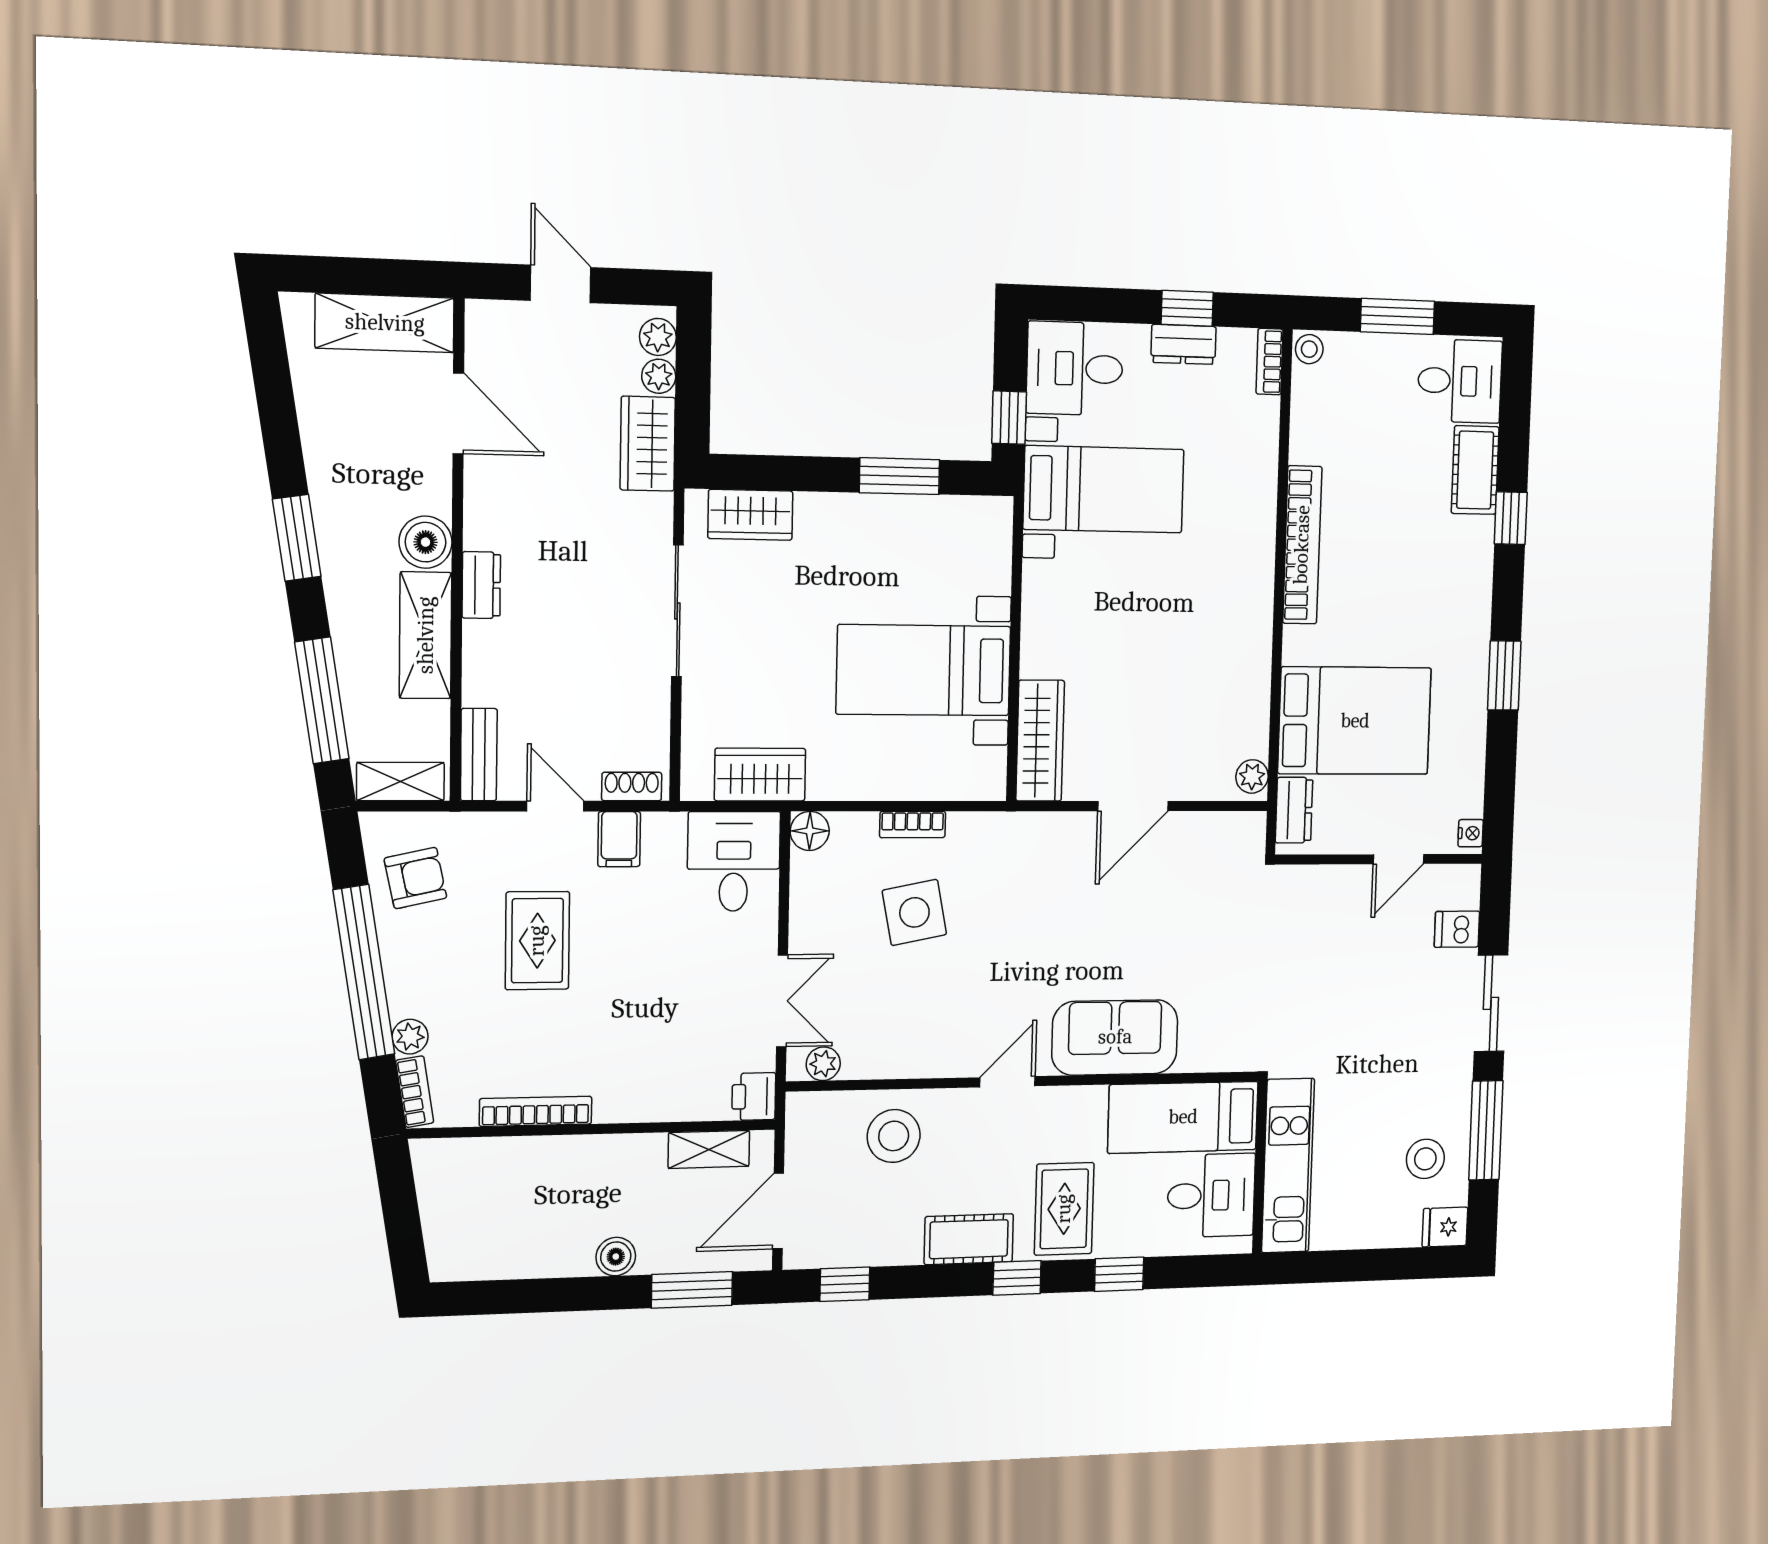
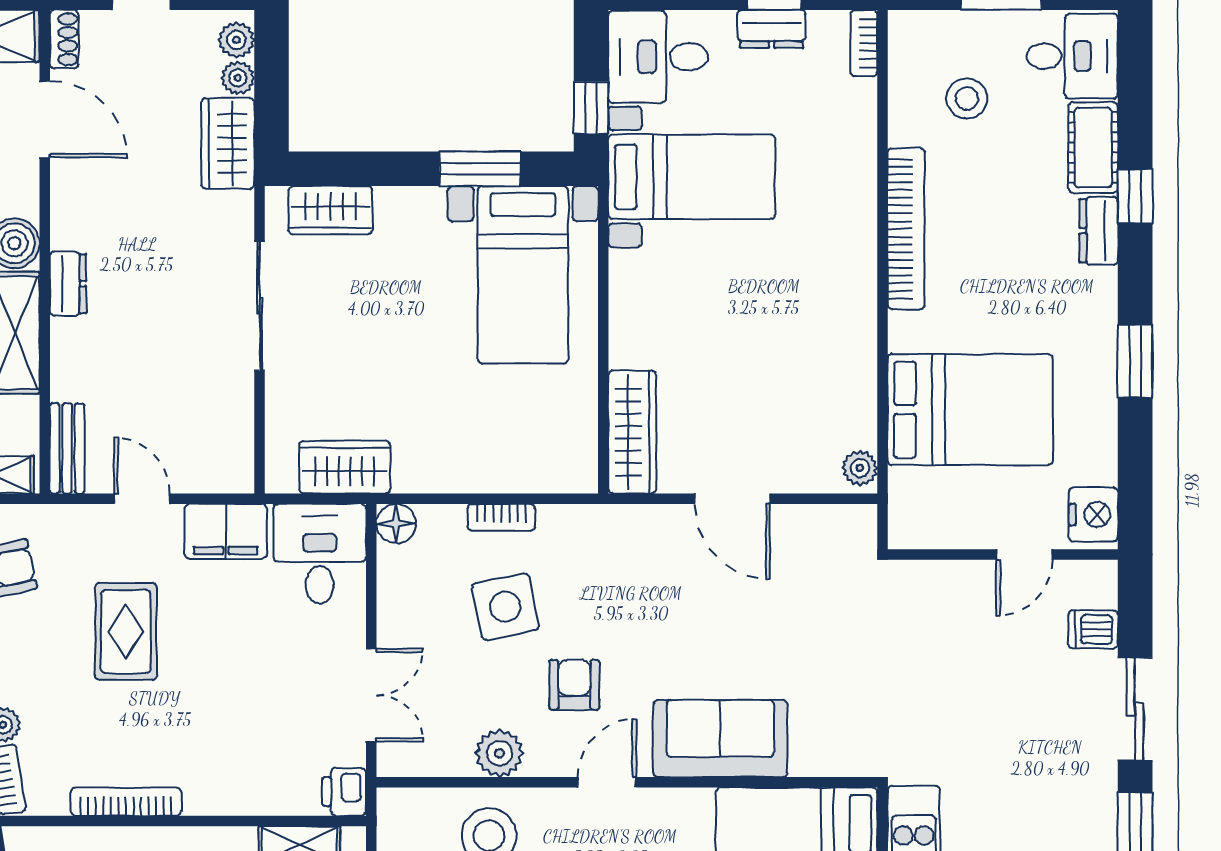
stool: (1309, 349) -> (967, 98), moved, width x1.37, depth x1.37
bed with nightstands: (924, 670) -> (523, 275), moved, turned -90
shoe rack: (632, 787) -> (64, 39), moved, turned 90
door: (1133, 806) -> (732, 499), hinge flipped
dresser: (1294, 810) -> (1099, 231), moved, turned 180
nightstand: (1471, 833) -> (1093, 515), width x1.89, depth x1.79
filing cabinet: (619, 839) -> (226, 531), width x2.00
armchair: (979, 988) -> (574, 685), added
plant: (823, 1064) -> (499, 753), moved, width x1.38, depth x1.38

